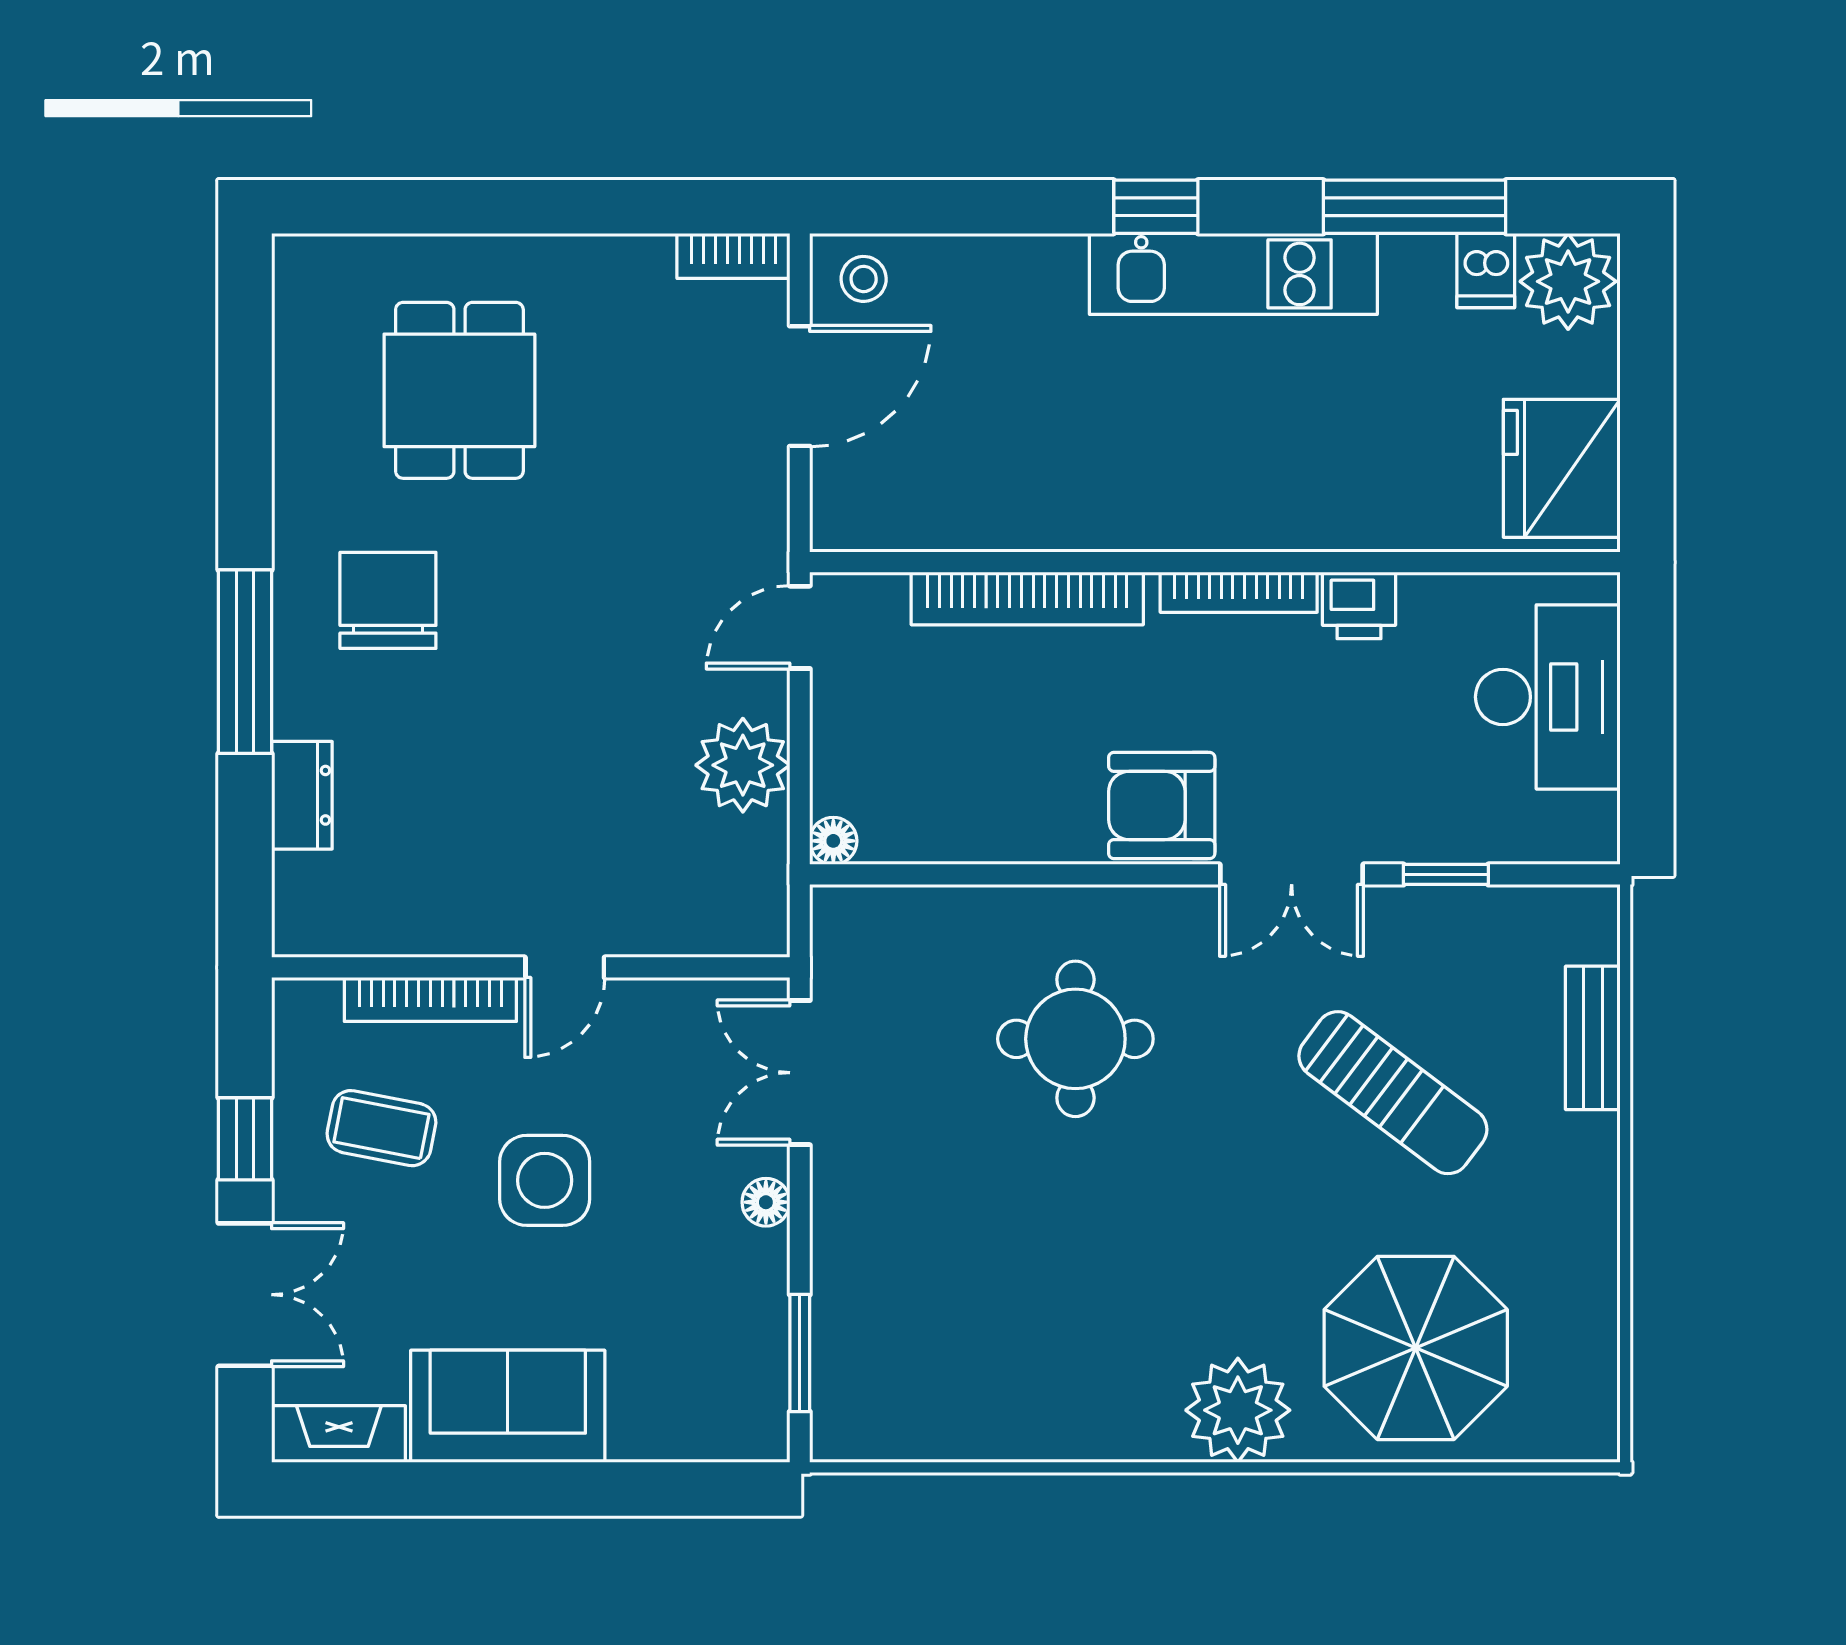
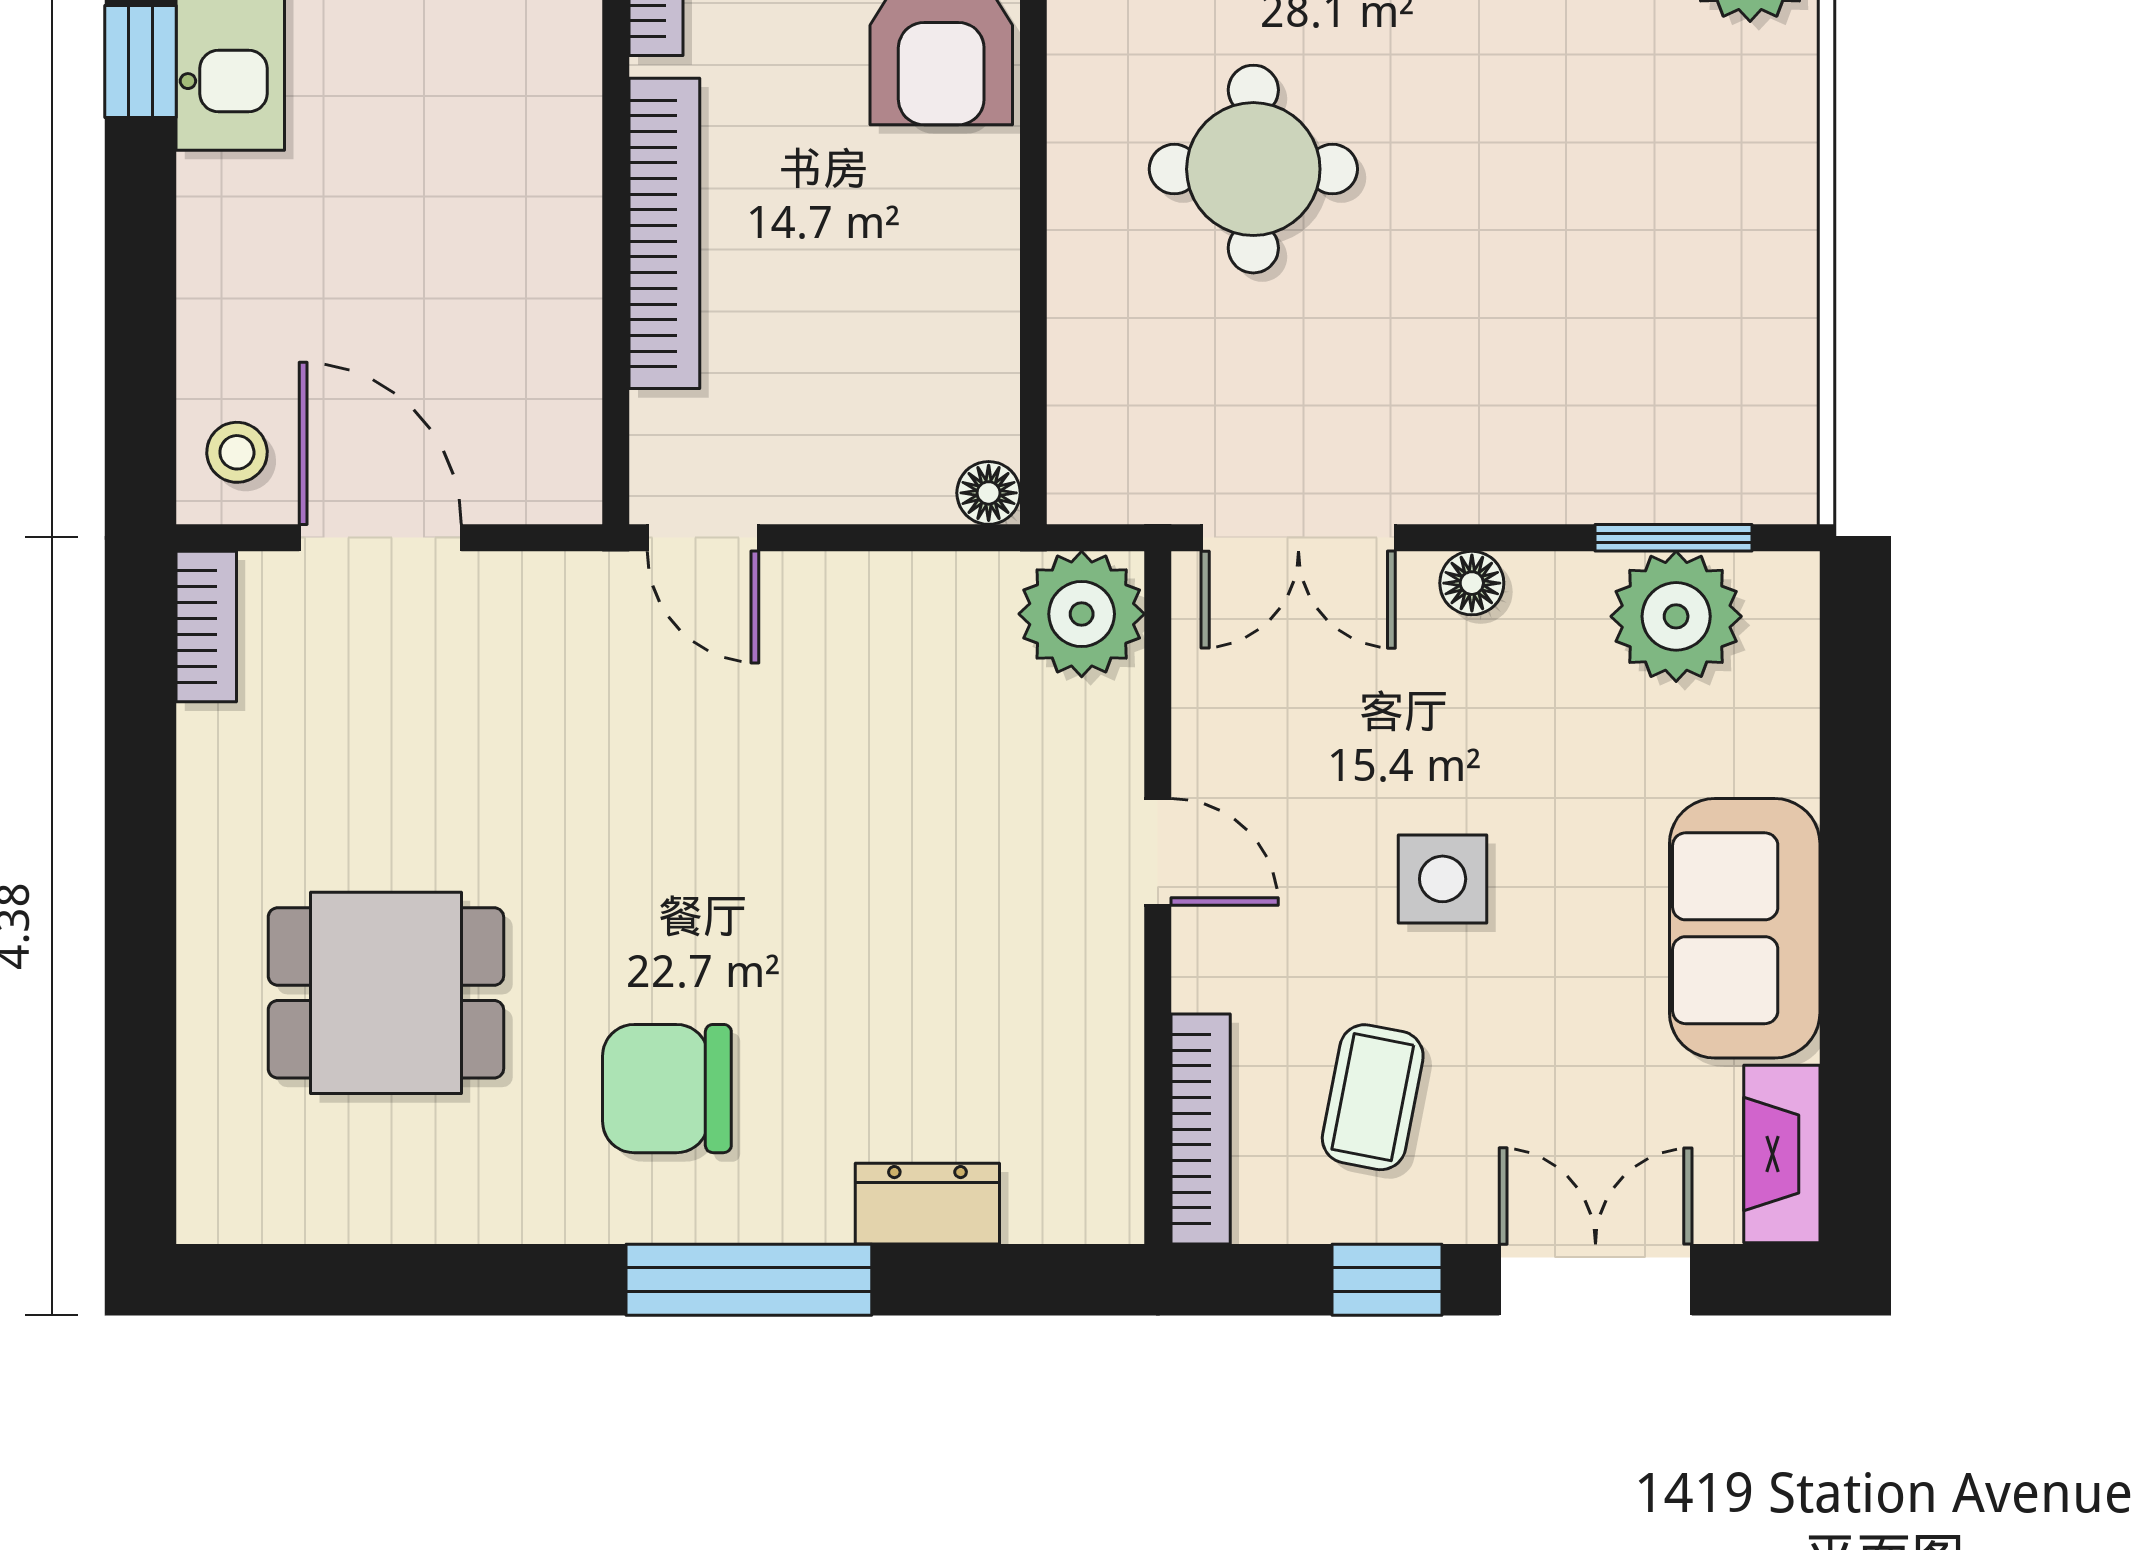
plant: (743, 765) -> (1082, 614), moved
bookcase: (430, 999) -> (1201, 1129), moved
side table: (545, 1180) -> (1443, 879), width x0.73, depth x0.73
plant: (741, 1355) -> (1676, 616), added

